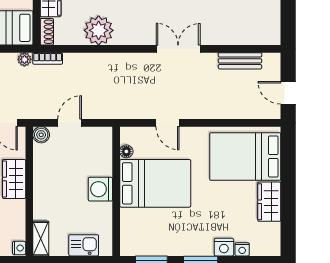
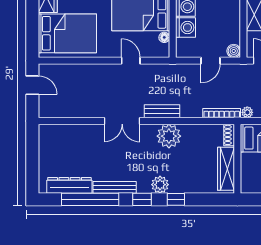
plant: (99, 30) -> (169, 136), moved
bookcase: (48, 58) -> (222, 113), width x1.56
bench: (240, 61) -> (162, 111), moved
washing machine: (100, 164) -> (185, 28), added

